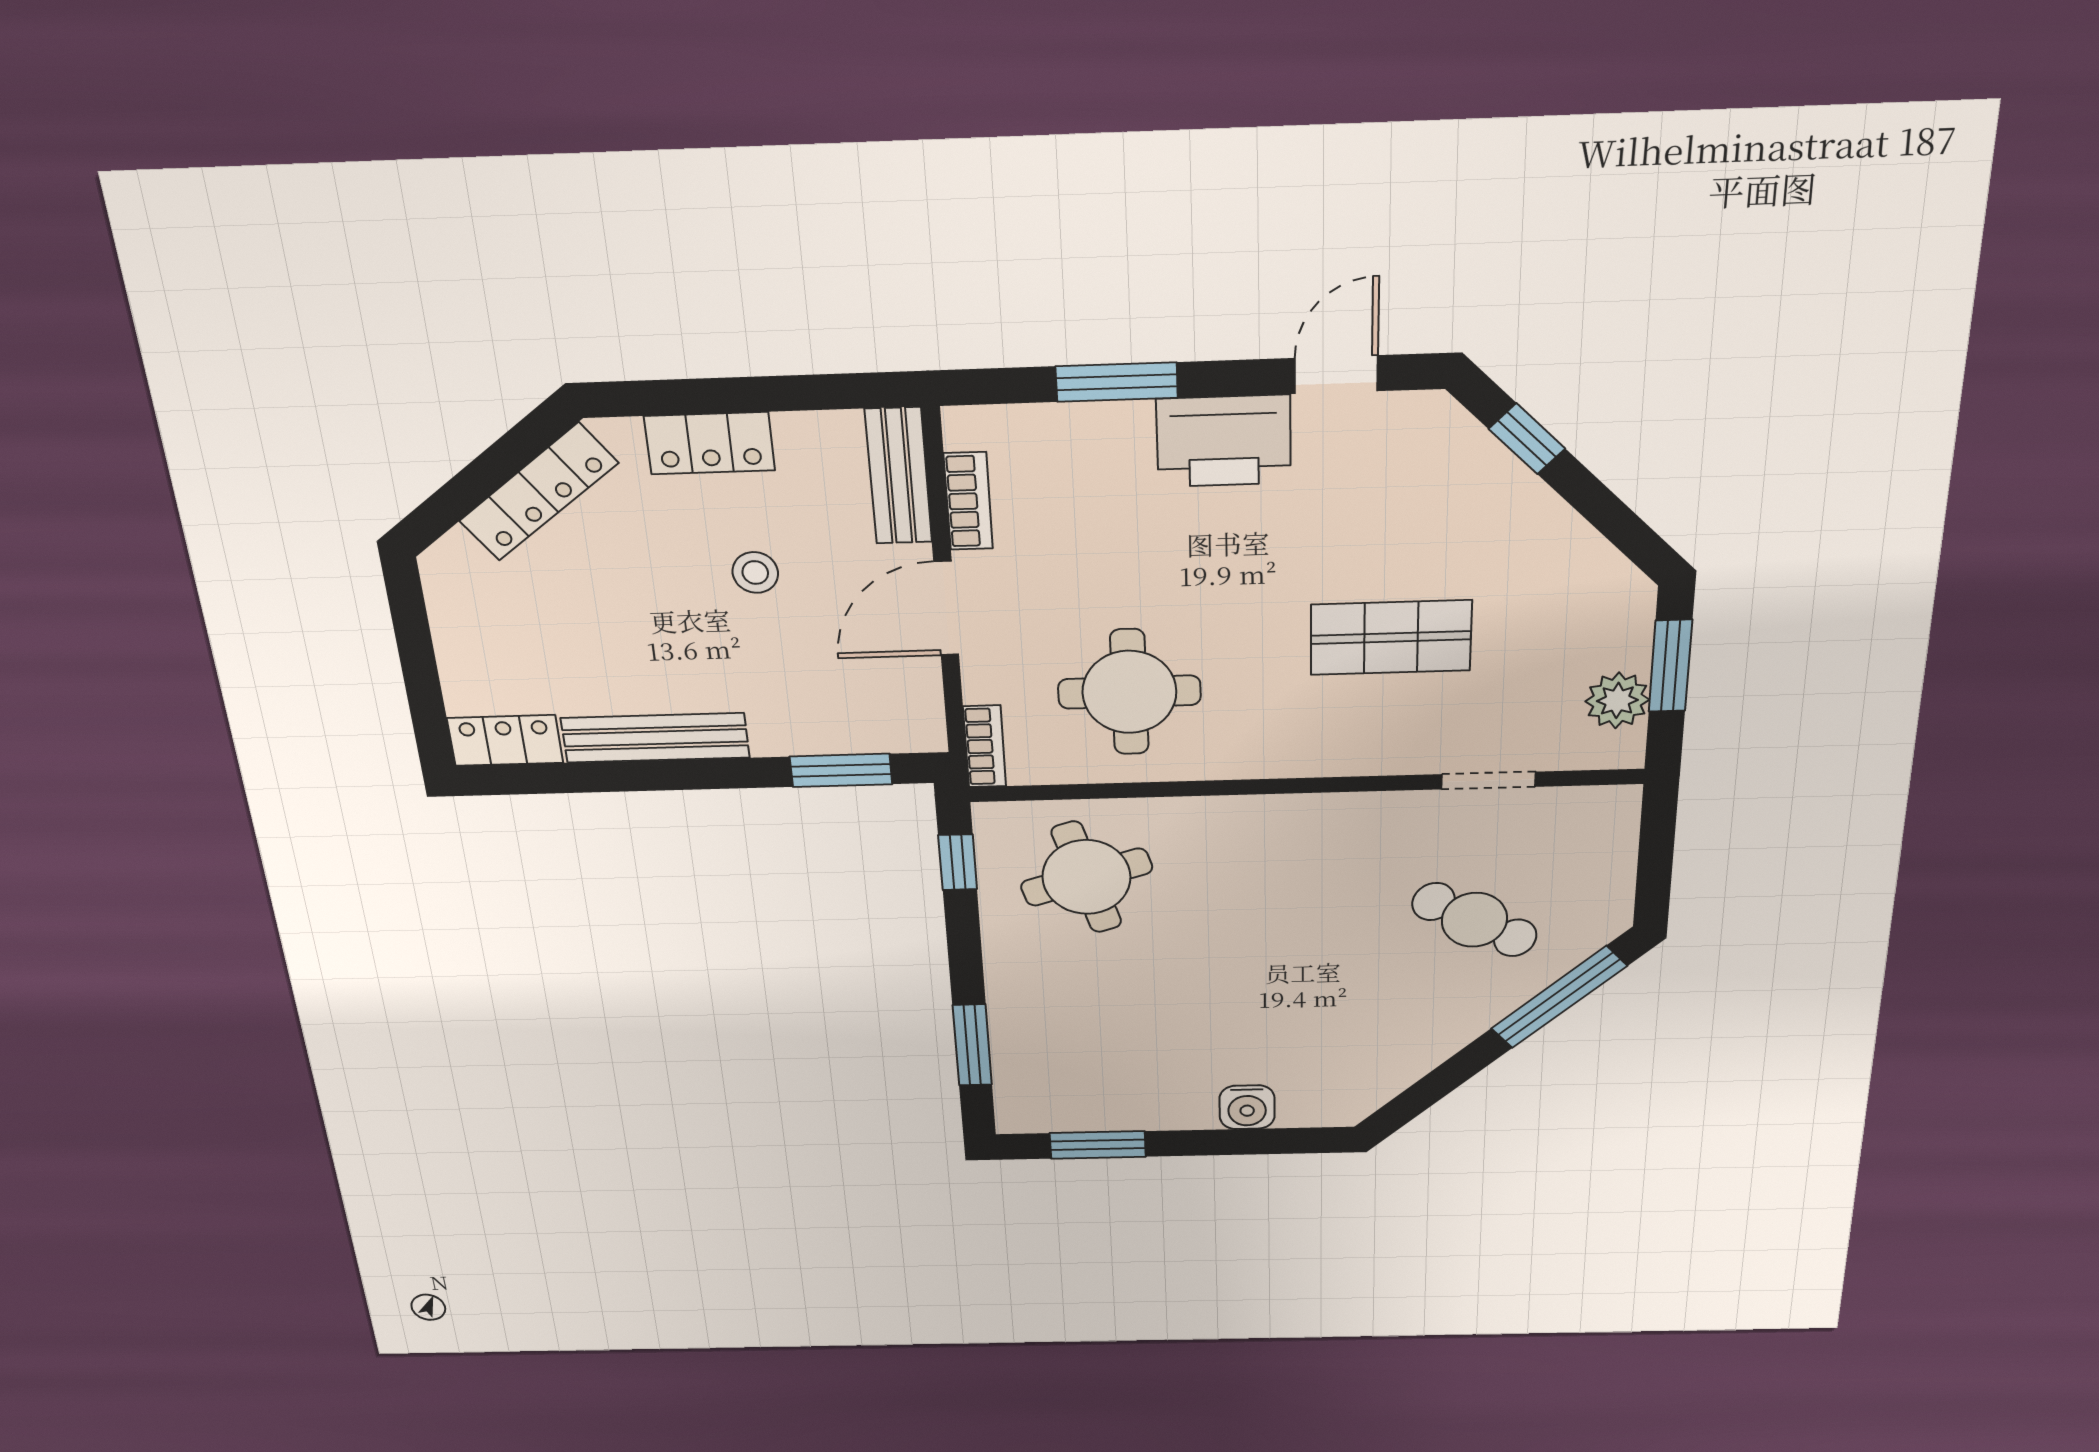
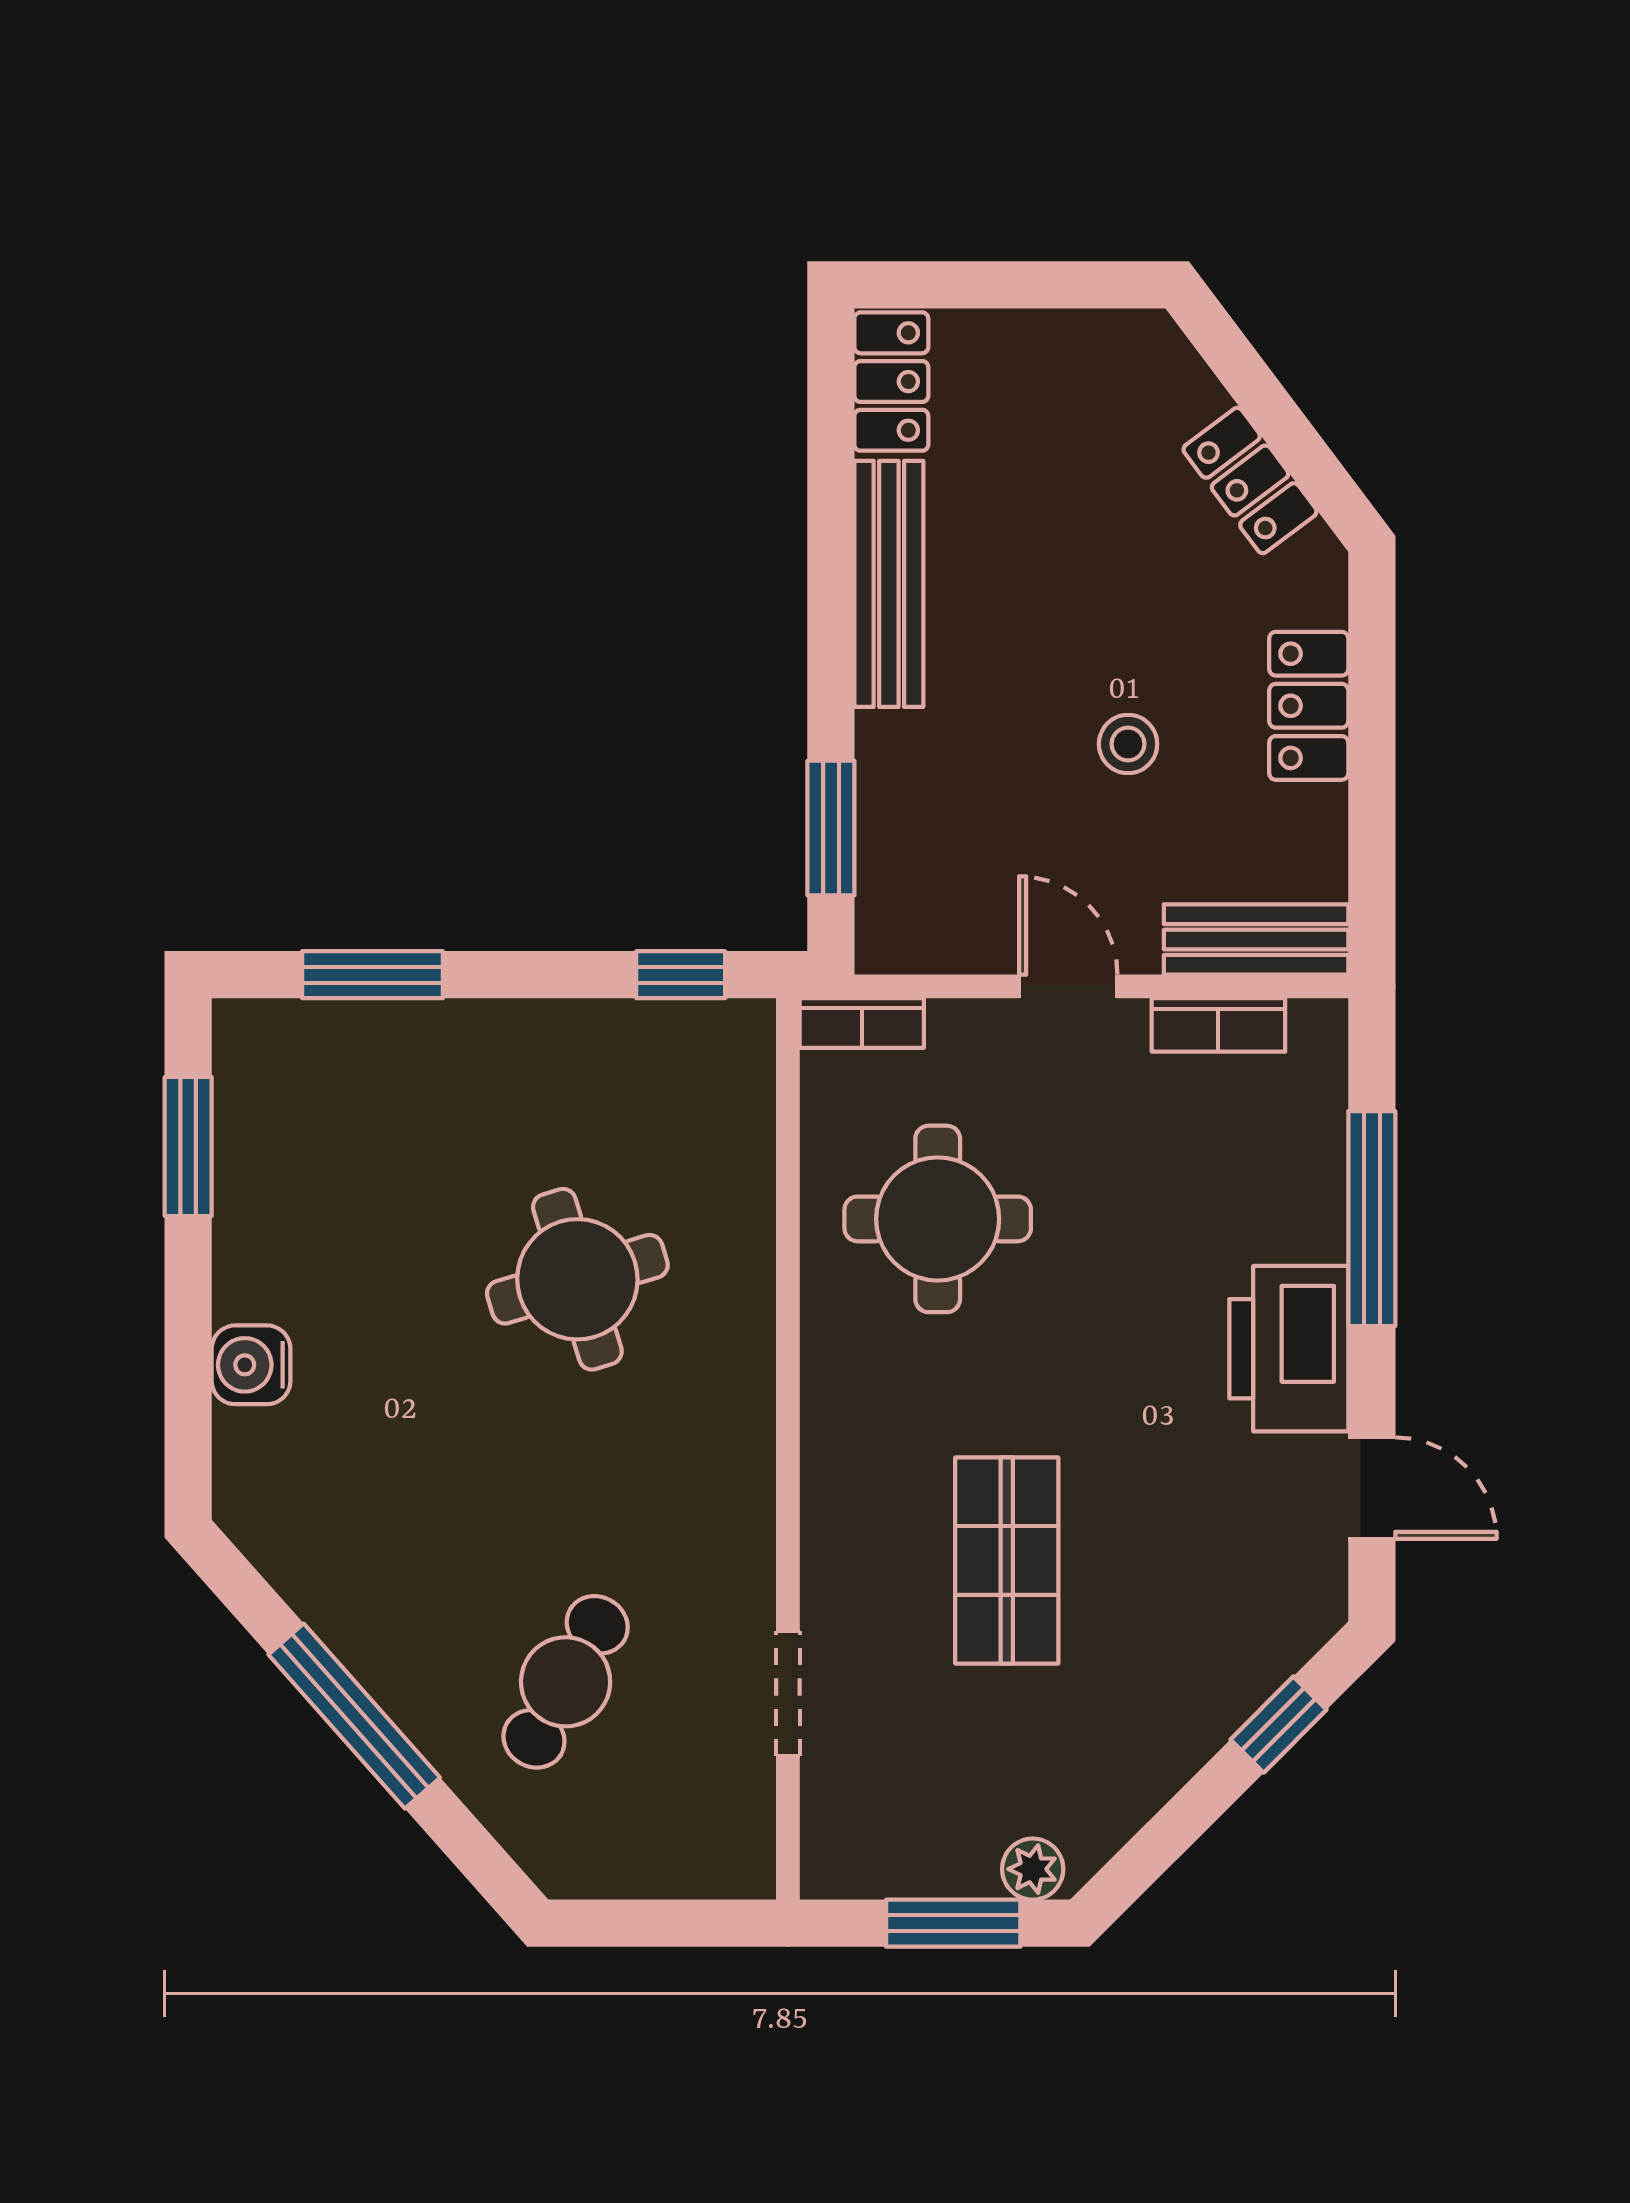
window: (1117, 382) -> (1372, 1219), width x1.44
locker: (538, 492) -> (1250, 480), width x0.66
door: (946, 608) -> (1068, 986), width x0.73
plant: (1617, 700) -> (1033, 1869), moved, width x0.73, depth x0.73
round table: (1086, 877) -> (577, 1279), moved
window: (1559, 997) -> (354, 1716), moved

